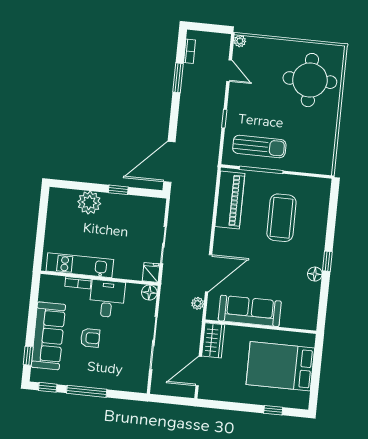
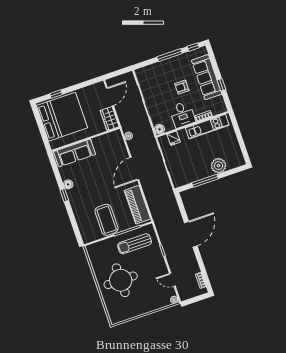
window: (178, 78) -> (200, 262), removed
round table: (310, 80) -> (121, 280), moved
door: (169, 162) -> (191, 234), moved
window: (118, 190) -> (205, 181), width x2.17
coffee table: (281, 218) -> (107, 220), moved
fridge: (151, 272) -> (174, 138), moved
door: (209, 273) -> (134, 169), moved
sofa: (250, 311) -> (75, 153), moved
window: (28, 356) -> (221, 85), moved
bed: (280, 366) -> (62, 117), width x1.36

